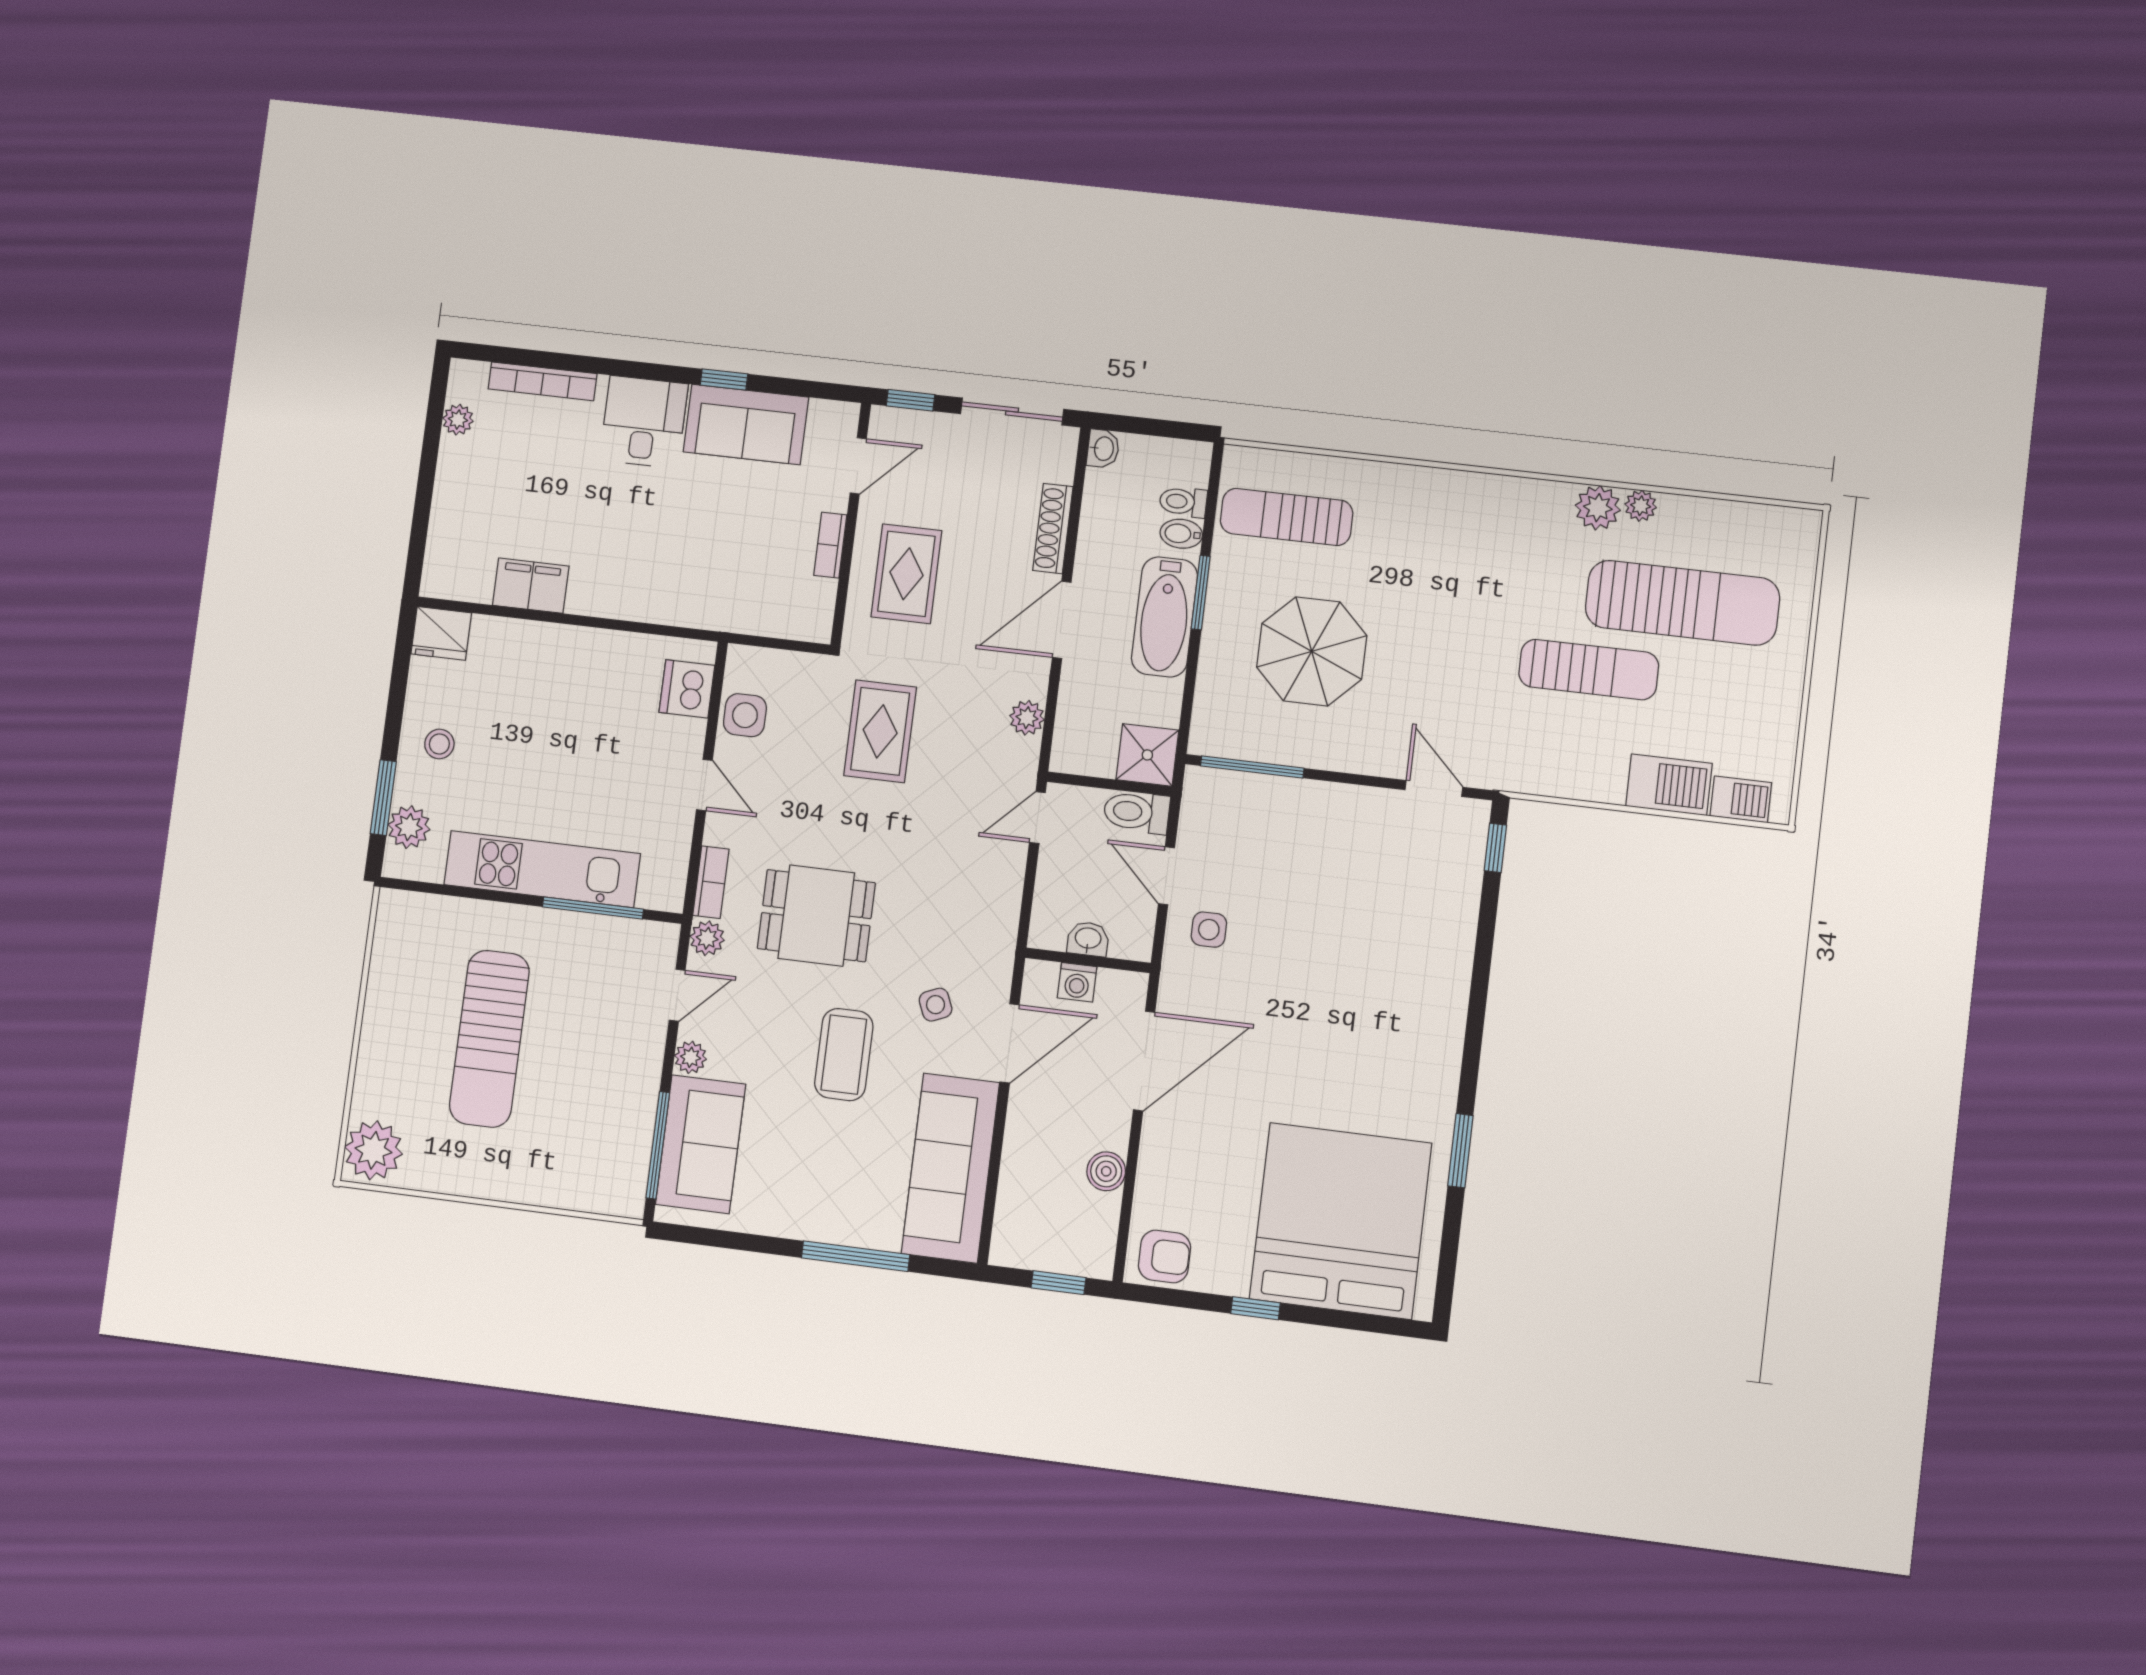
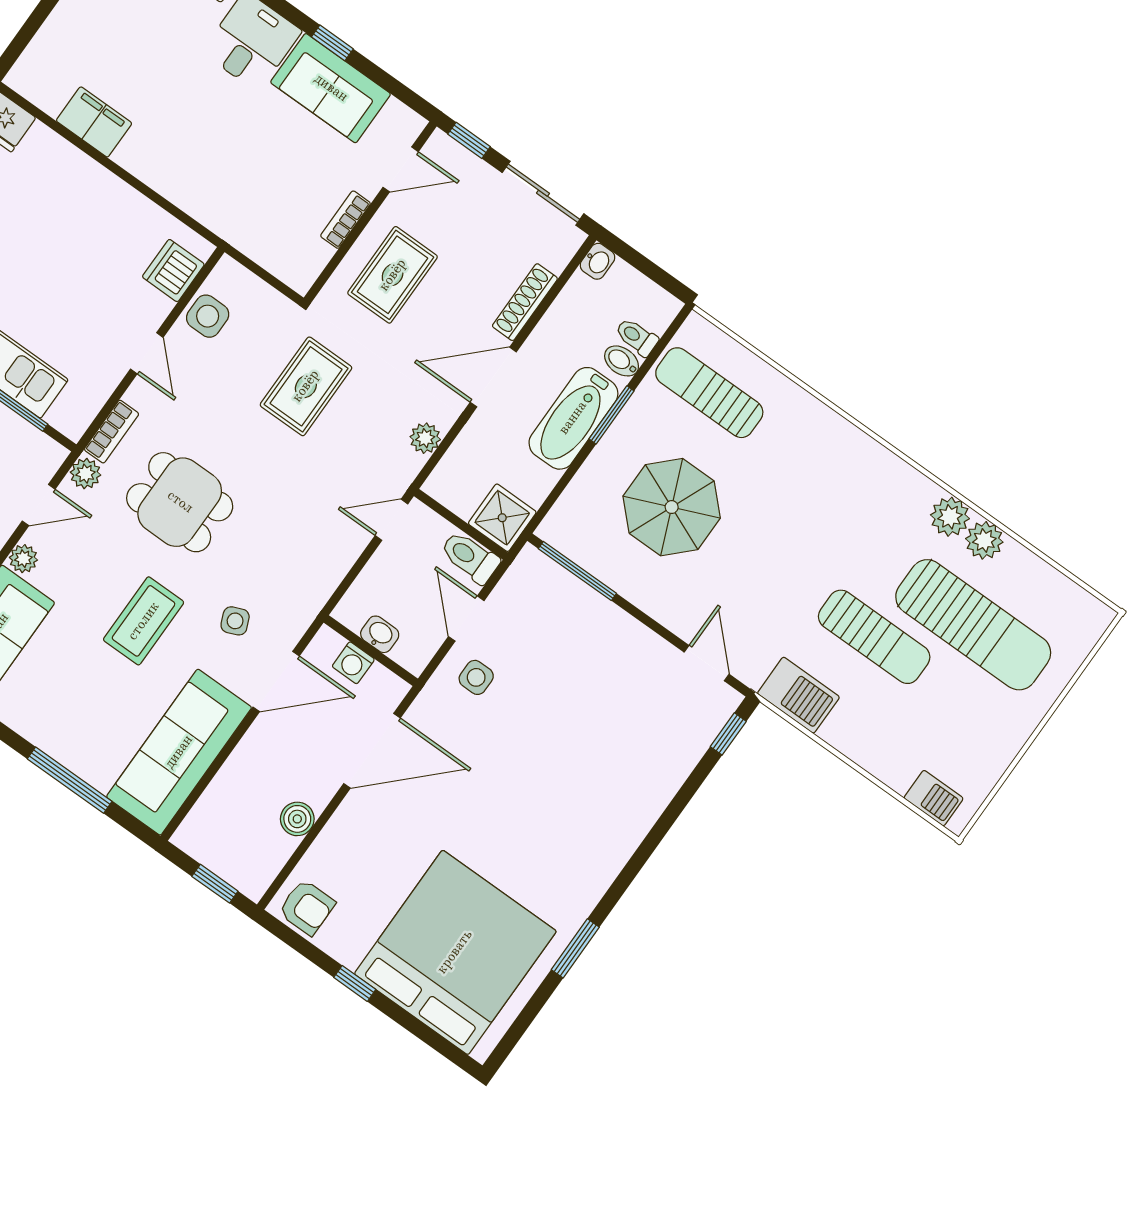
plant: (1641, 506) -> (984, 540), width x1.38, depth x1.38
barbecue: (1669, 785) -> (798, 695), moved

